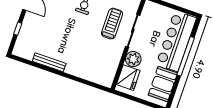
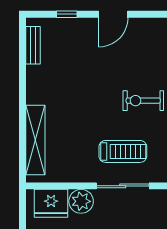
bench: (49, 62) -> (33, 45), moved, width x0.73
shelving: (87, 74) -> (35, 140), added

